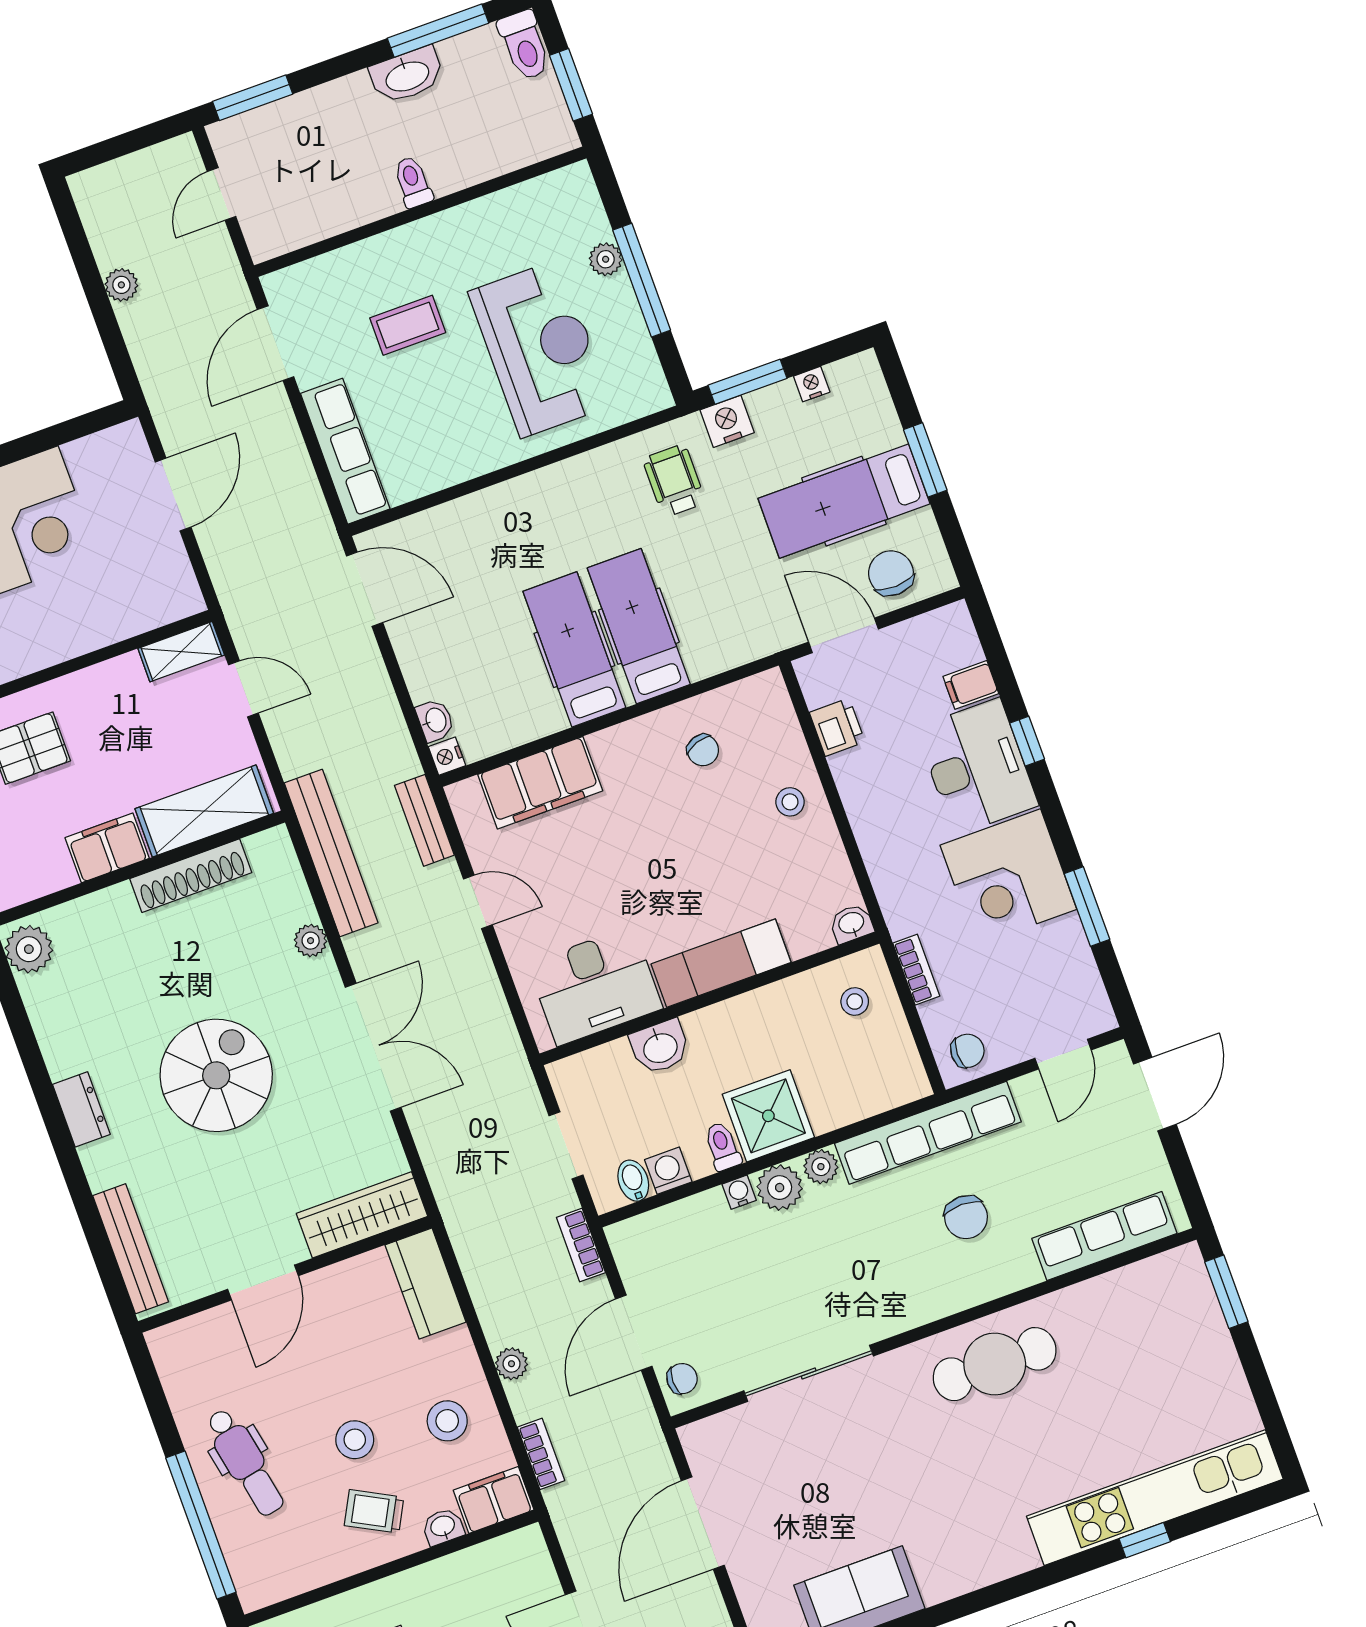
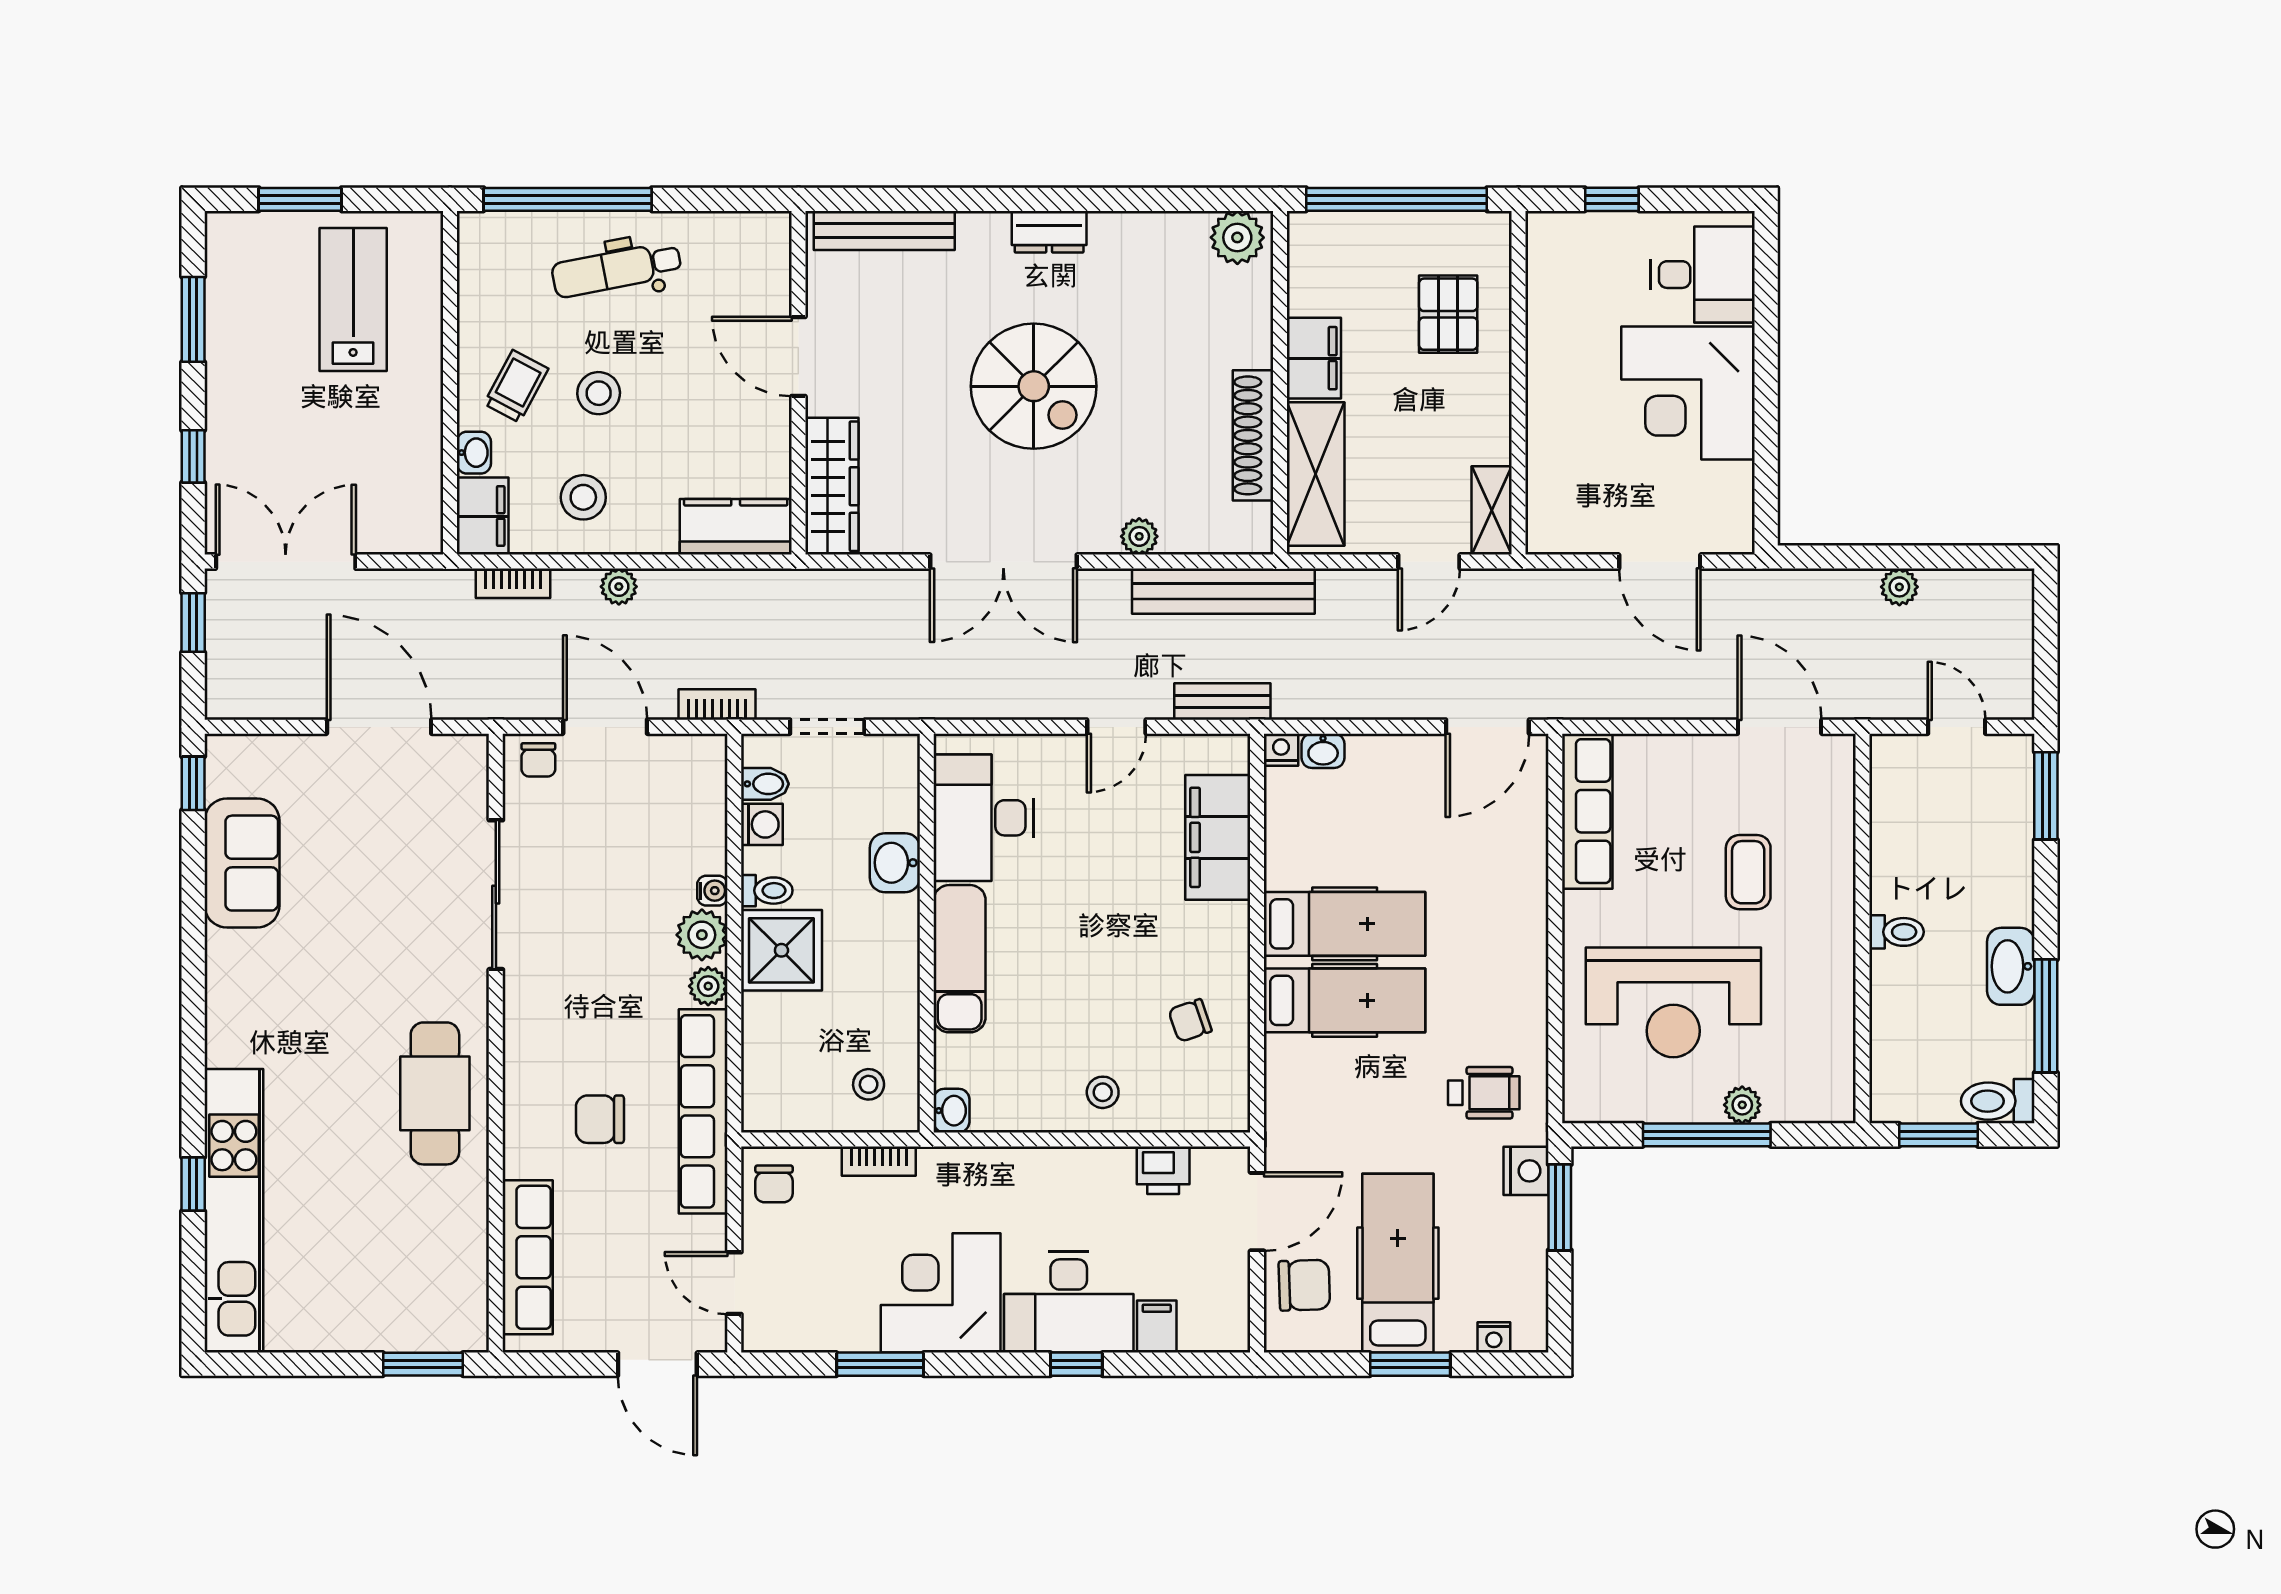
nightstand: (812, 384) -> (1494, 1337), moved, turned 90
row of seats: (345, 451) -> (1587, 811), moved, turned -90

